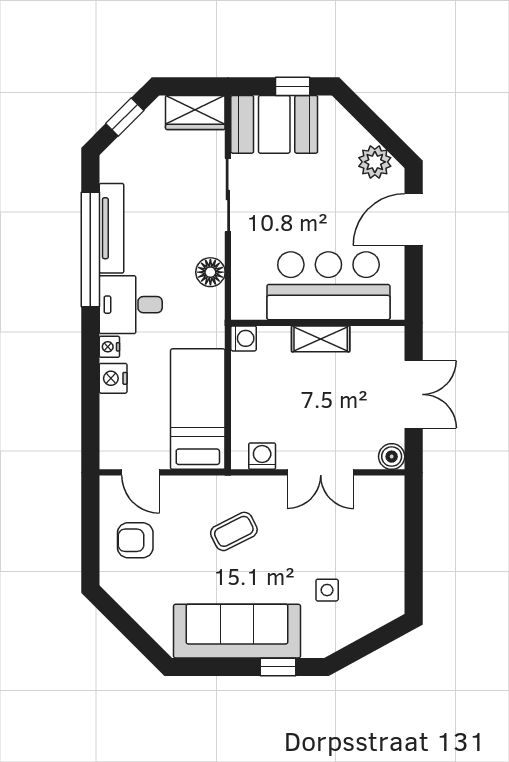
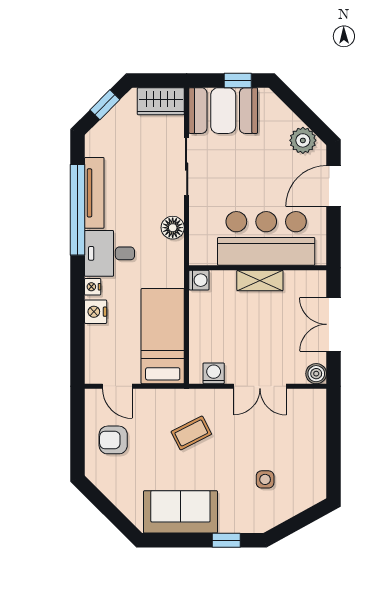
double door: (414, 394) -> (334, 324), swing flipped
sofa: (237, 631) -> (180, 512), width x0.73

